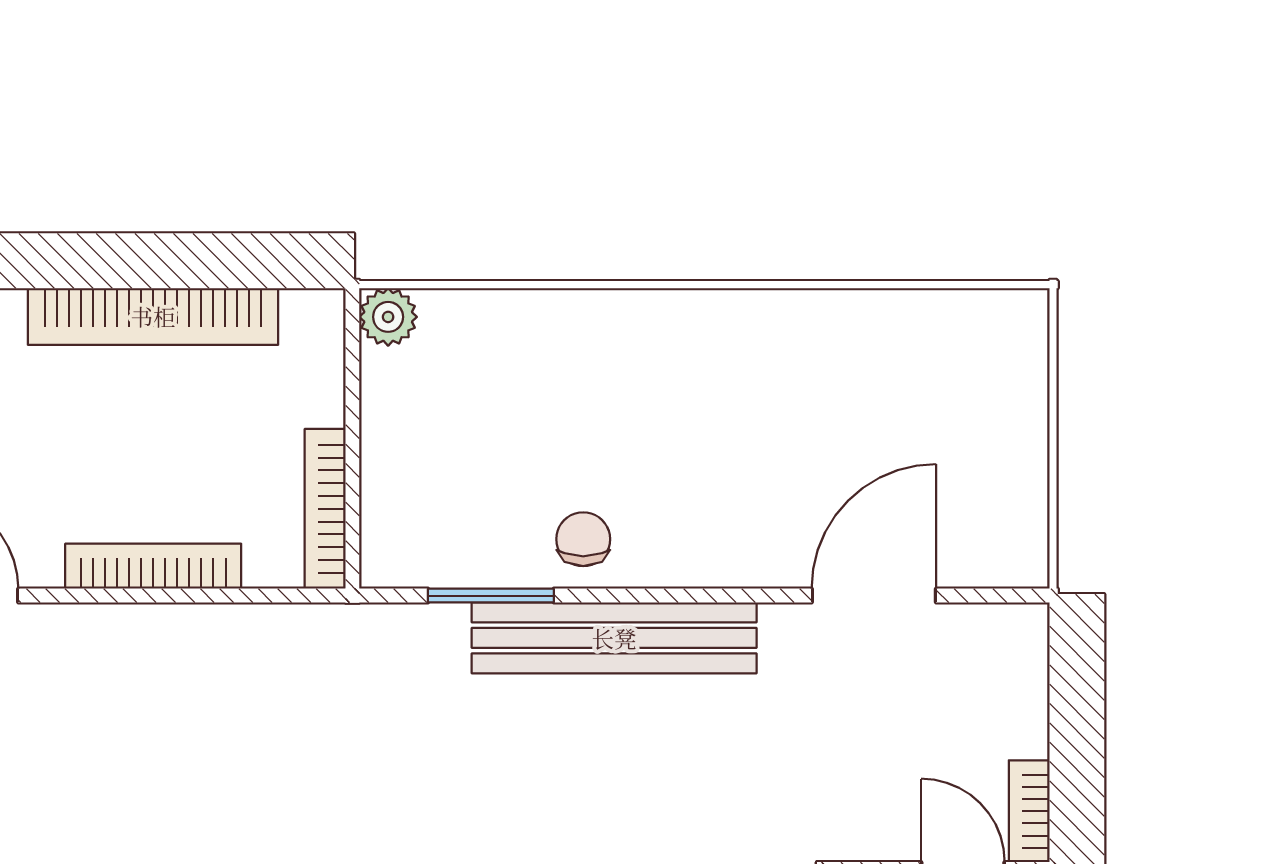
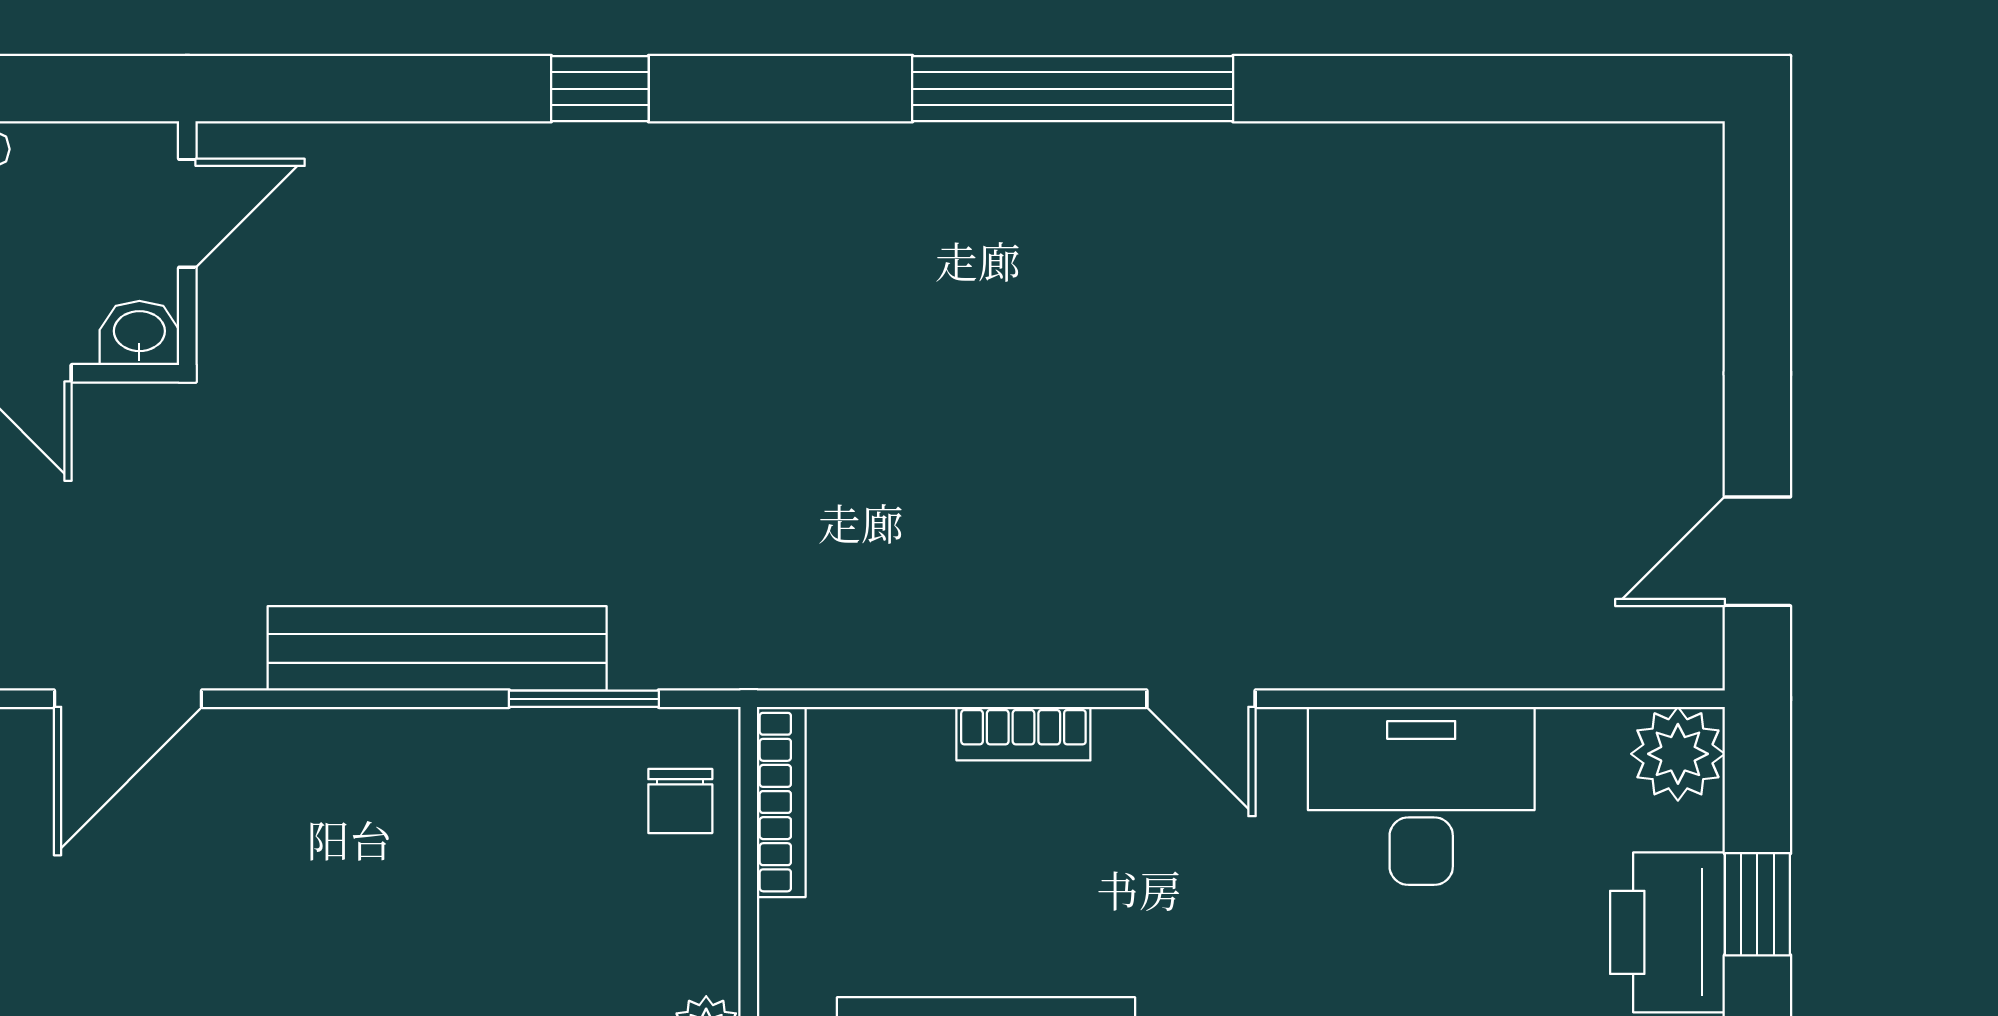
chair: (583, 539) -> (680, 801), moved
bookcase: (153, 566) -> (1023, 734), width x0.64

